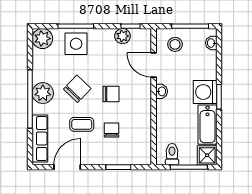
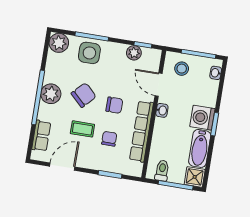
row of seats: (144, 117) -> (141, 131), added
row of seats: (40, 139) -> (41, 136), width x0.68

